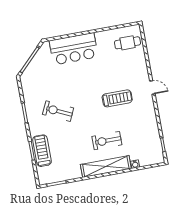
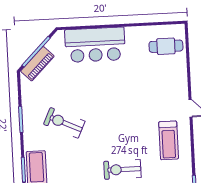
piano: (32, 69) -> (37, 64), added
treadmill: (117, 98) -> (169, 140), moved, turned 90

